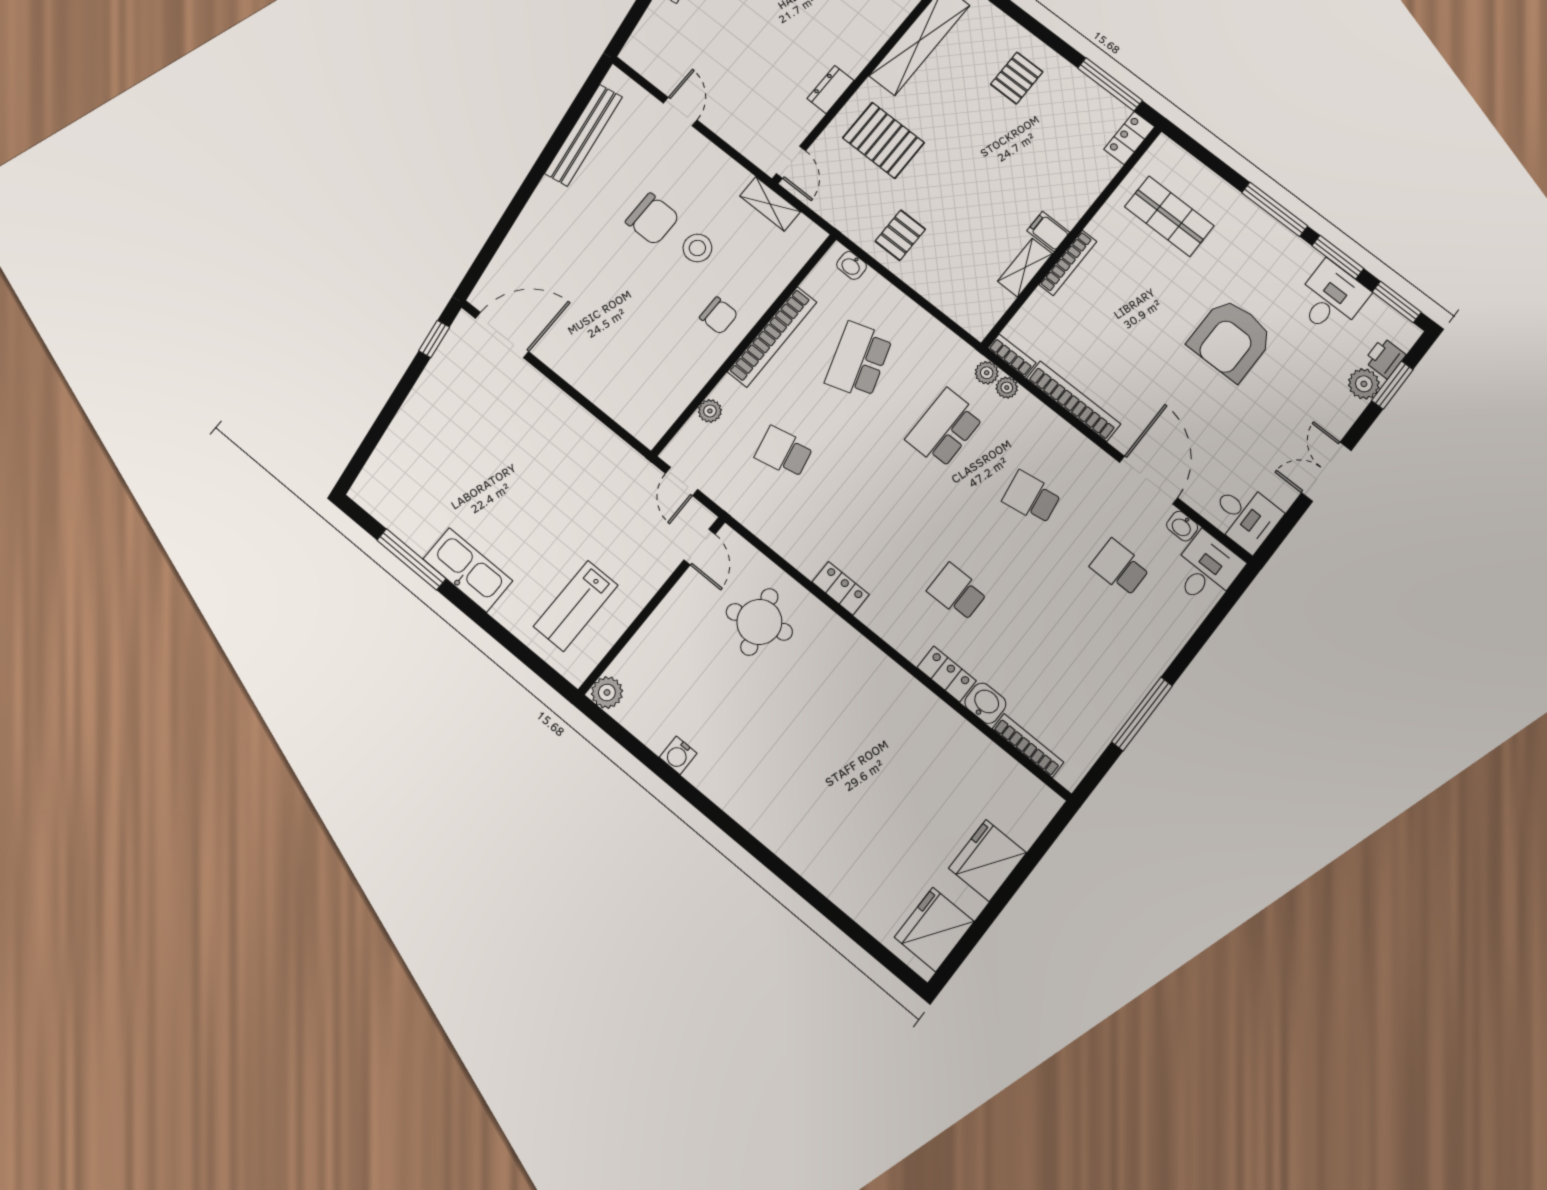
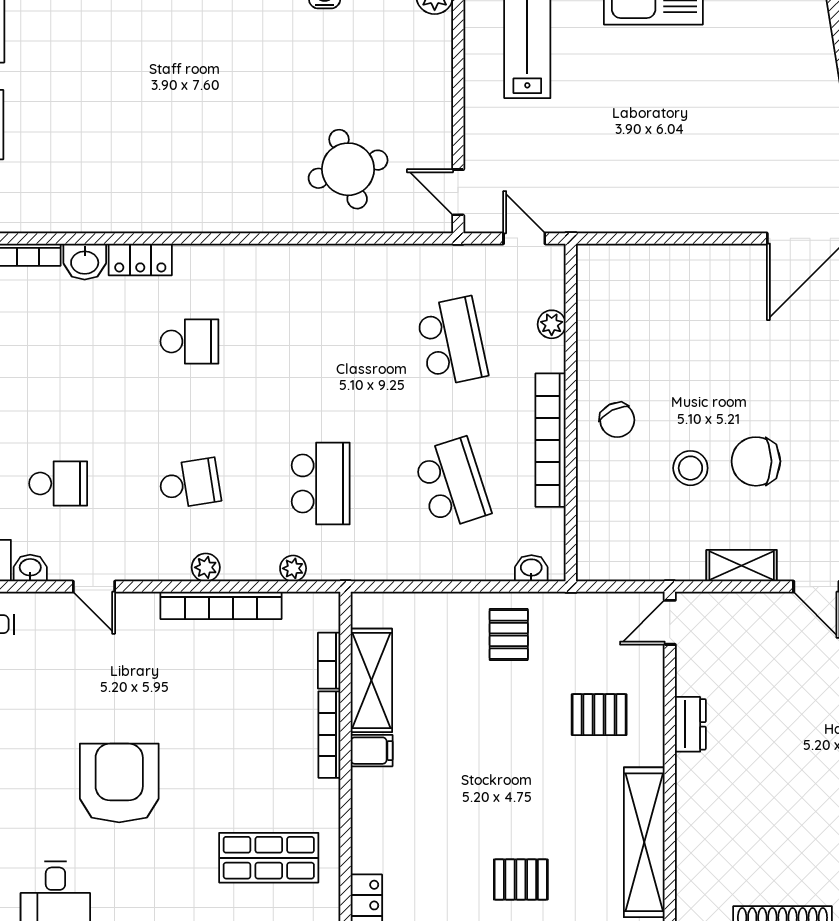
pallet: (1017, 78) -> (521, 879), turned 90
pallet: (883, 140) -> (599, 715), width x0.67, depth x0.71
door: (791, 162) -> (670, 622), hinge flipped
shelving: (770, 204) -> (742, 566), moved
shelving: (1025, 268) -> (371, 680), width x1.50, depth x1.33
chair: (719, 316) -> (617, 420), turned -117
bookcase: (1012, 355) -> (329, 661), moved, turned 90
plant: (987, 373) -> (206, 567), moved
school desk: (784, 452) -> (452, 341), width x1.85
door: (1149, 480) -> (94, 587), width x0.53
locker: (841, 588) -> (298, 259), removed

